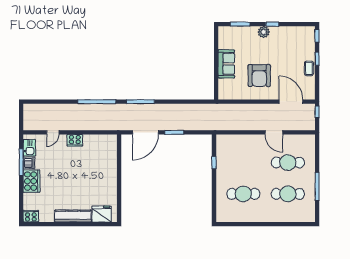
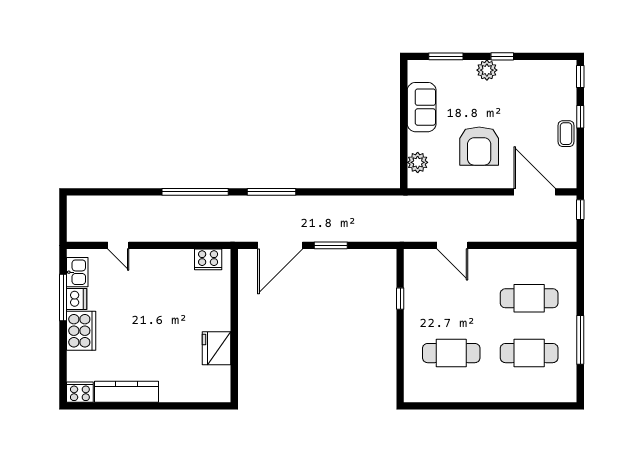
sofa: (226, 64) -> (422, 107), moved
plant: (224, 85) -> (418, 162), added
door: (53, 132) -> (118, 245), hinge flipped
door: (274, 132) -> (452, 245), moved
cooker: (75, 140) -> (208, 259), moved
fridge: (102, 214) -> (217, 348), moved, turned -90
kitchen counter: (73, 216) -> (127, 392), moved

